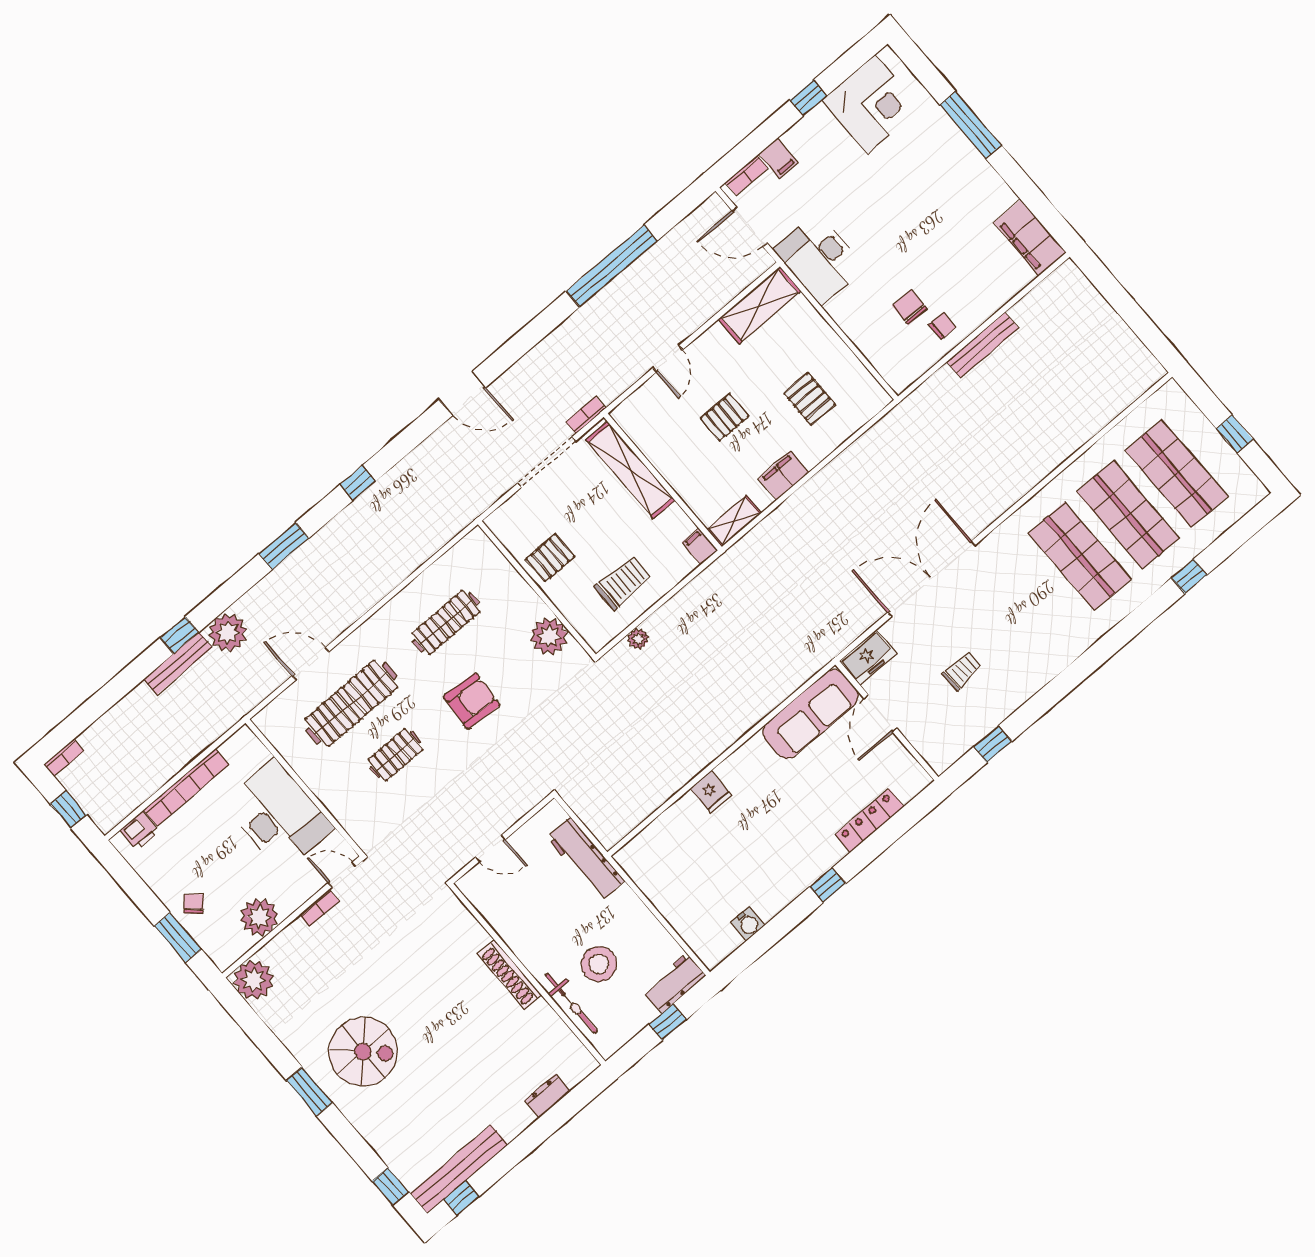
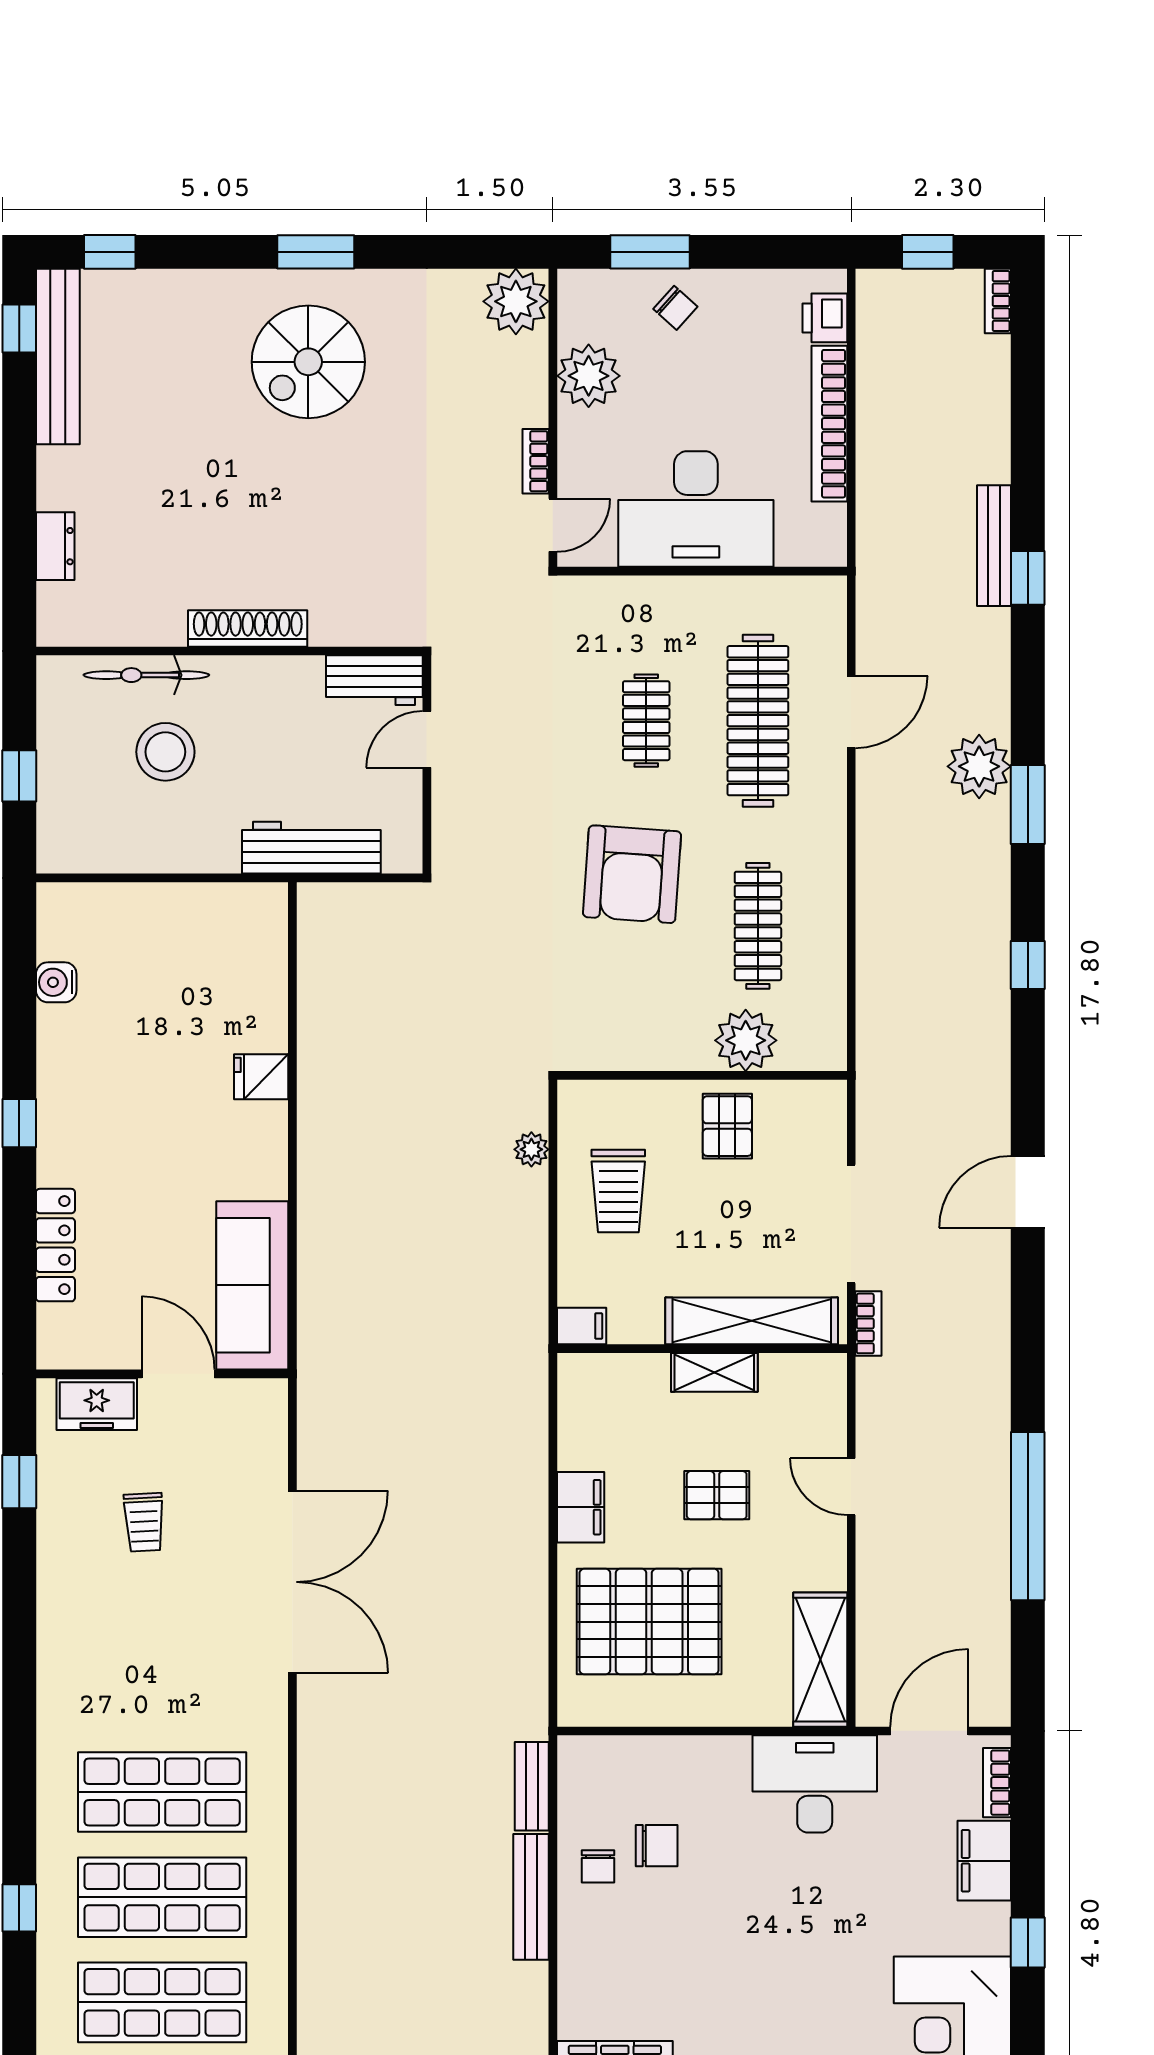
filing cabinet: (778, 158) -> (984, 1861), width x2.00
bench: (931, 388) -> (532, 1786), added
pallet: (809, 399) -> (649, 1622), width x2.05, depth x2.00
pallet: (724, 417) -> (717, 1495), turned 90
shelving: (734, 521) -> (714, 1372), moved, turned 90
plant: (228, 633) -> (979, 766), moved
plant: (549, 636) -> (746, 1040), moved
freezer: (868, 657) -> (97, 1404), moved, turned -90
armchair: (472, 701) -> (632, 874), width x1.36, depth x1.36
workbench: (674, 983) -> (374, 680), moved, turned 90

